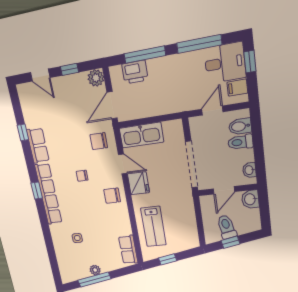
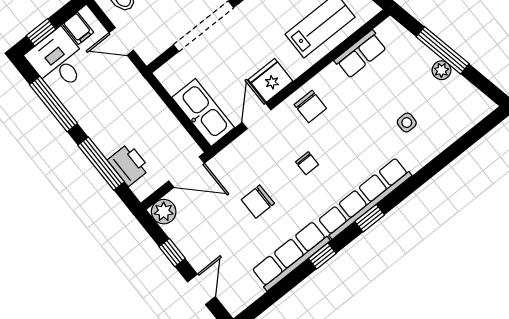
window: (23, 132) -> (322, 256), moved
chair: (99, 141) -> (258, 202), moved, turned 90
row of seats: (38, 146) -> (291, 256), width x1.48
row of seats: (128, 250) -> (360, 54), moved
window: (94, 280) -> (443, 50), moved

